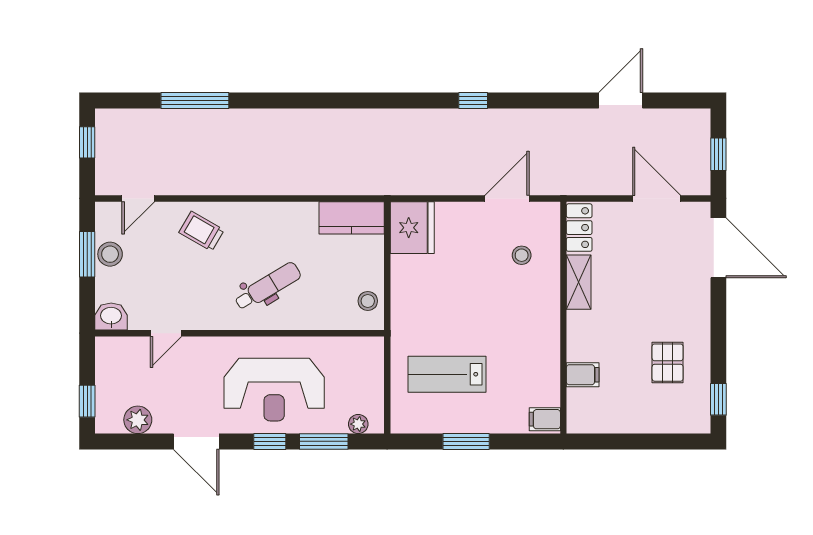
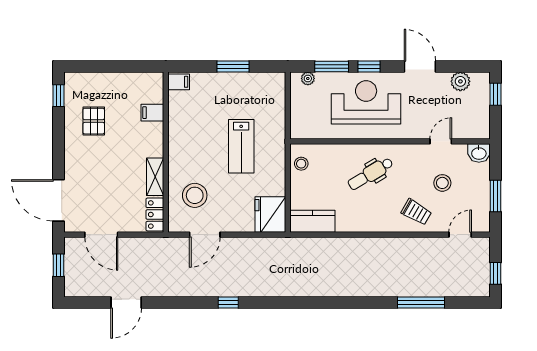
stool: (110, 254) -> (442, 183), moved
stool: (522, 255) -> (195, 195), width x1.89, depth x1.89
lab bench: (447, 374) -> (241, 146), moved, turned 90

